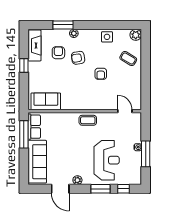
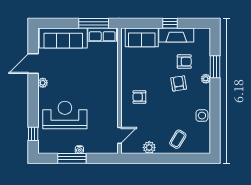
plant: (136, 35) -> (149, 147), moved
fireplace: (34, 46) -> (176, 35), moved
armchair: (101, 74) -> (139, 97), moved
sofa: (46, 101) -> (142, 37), moved, turned 90
coffee table: (88, 120) -> (109, 94), removed
reception desk: (107, 160) -> (65, 115), turned 180
window: (101, 189) -> (33, 108), removed

